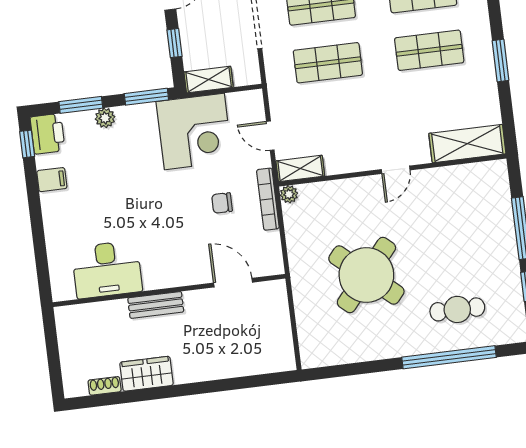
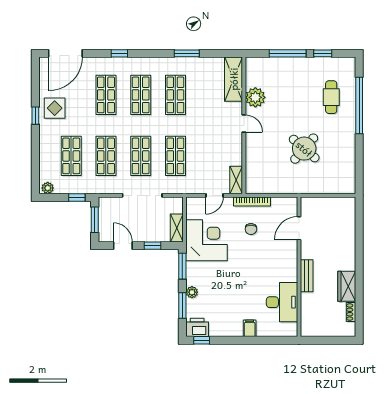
filing cabinet: (52, 180) -> (250, 328), moved
plant: (289, 194) -> (255, 97), moved, width x1.88, depth x1.88
round table: (366, 275) -> (304, 149), width x0.73, depth x0.73

